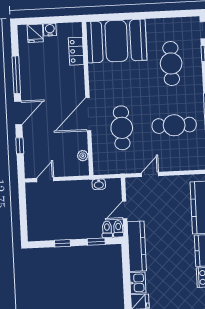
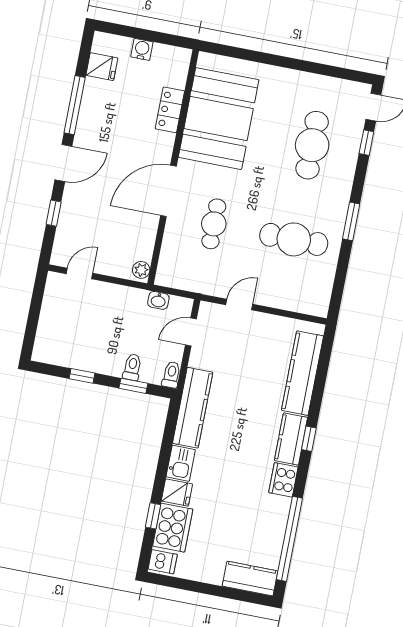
fridge: (35, 33) -> (102, 67), moved, turned -90
booth: (116, 41) -> (219, 119), moved, turned 90
locker: (76, 51) -> (170, 110), moved
cafe table: (122, 128) -> (214, 224), width x0.73, depth x0.74
plant: (83, 156) -> (141, 270), moved
door: (125, 210) -> (191, 332), moved
toilet: (107, 229) -> (132, 367), moved

